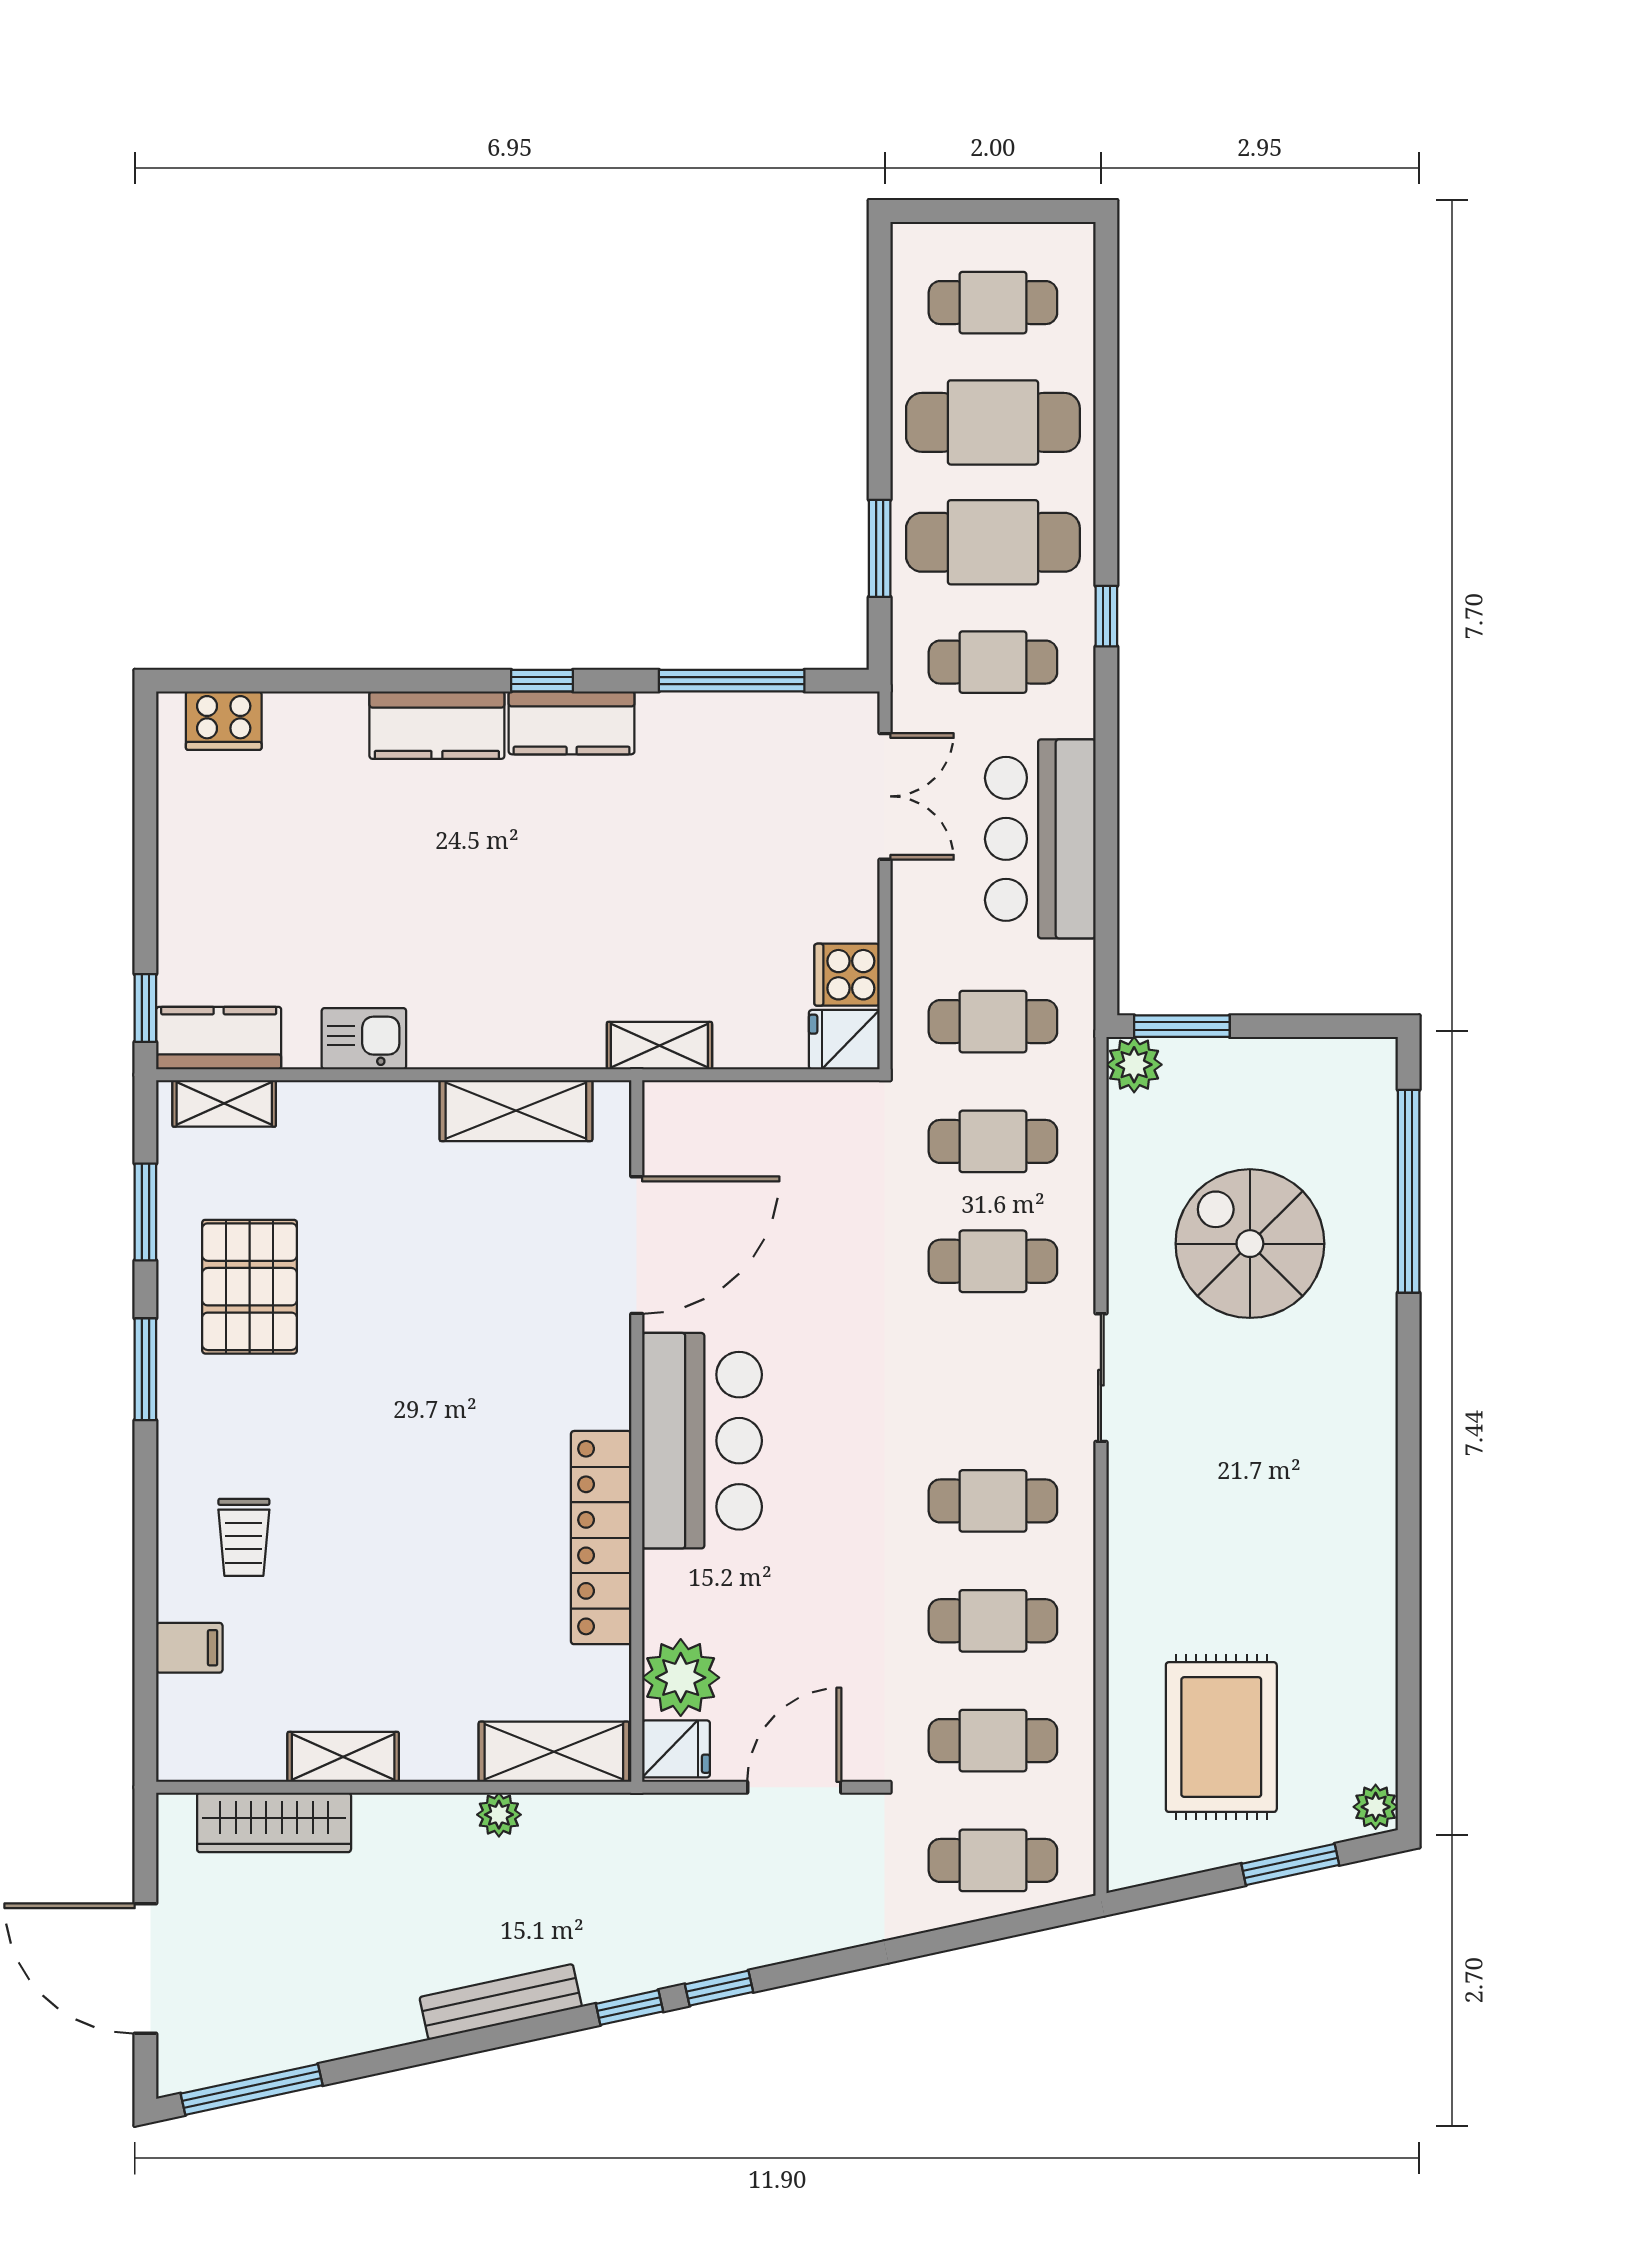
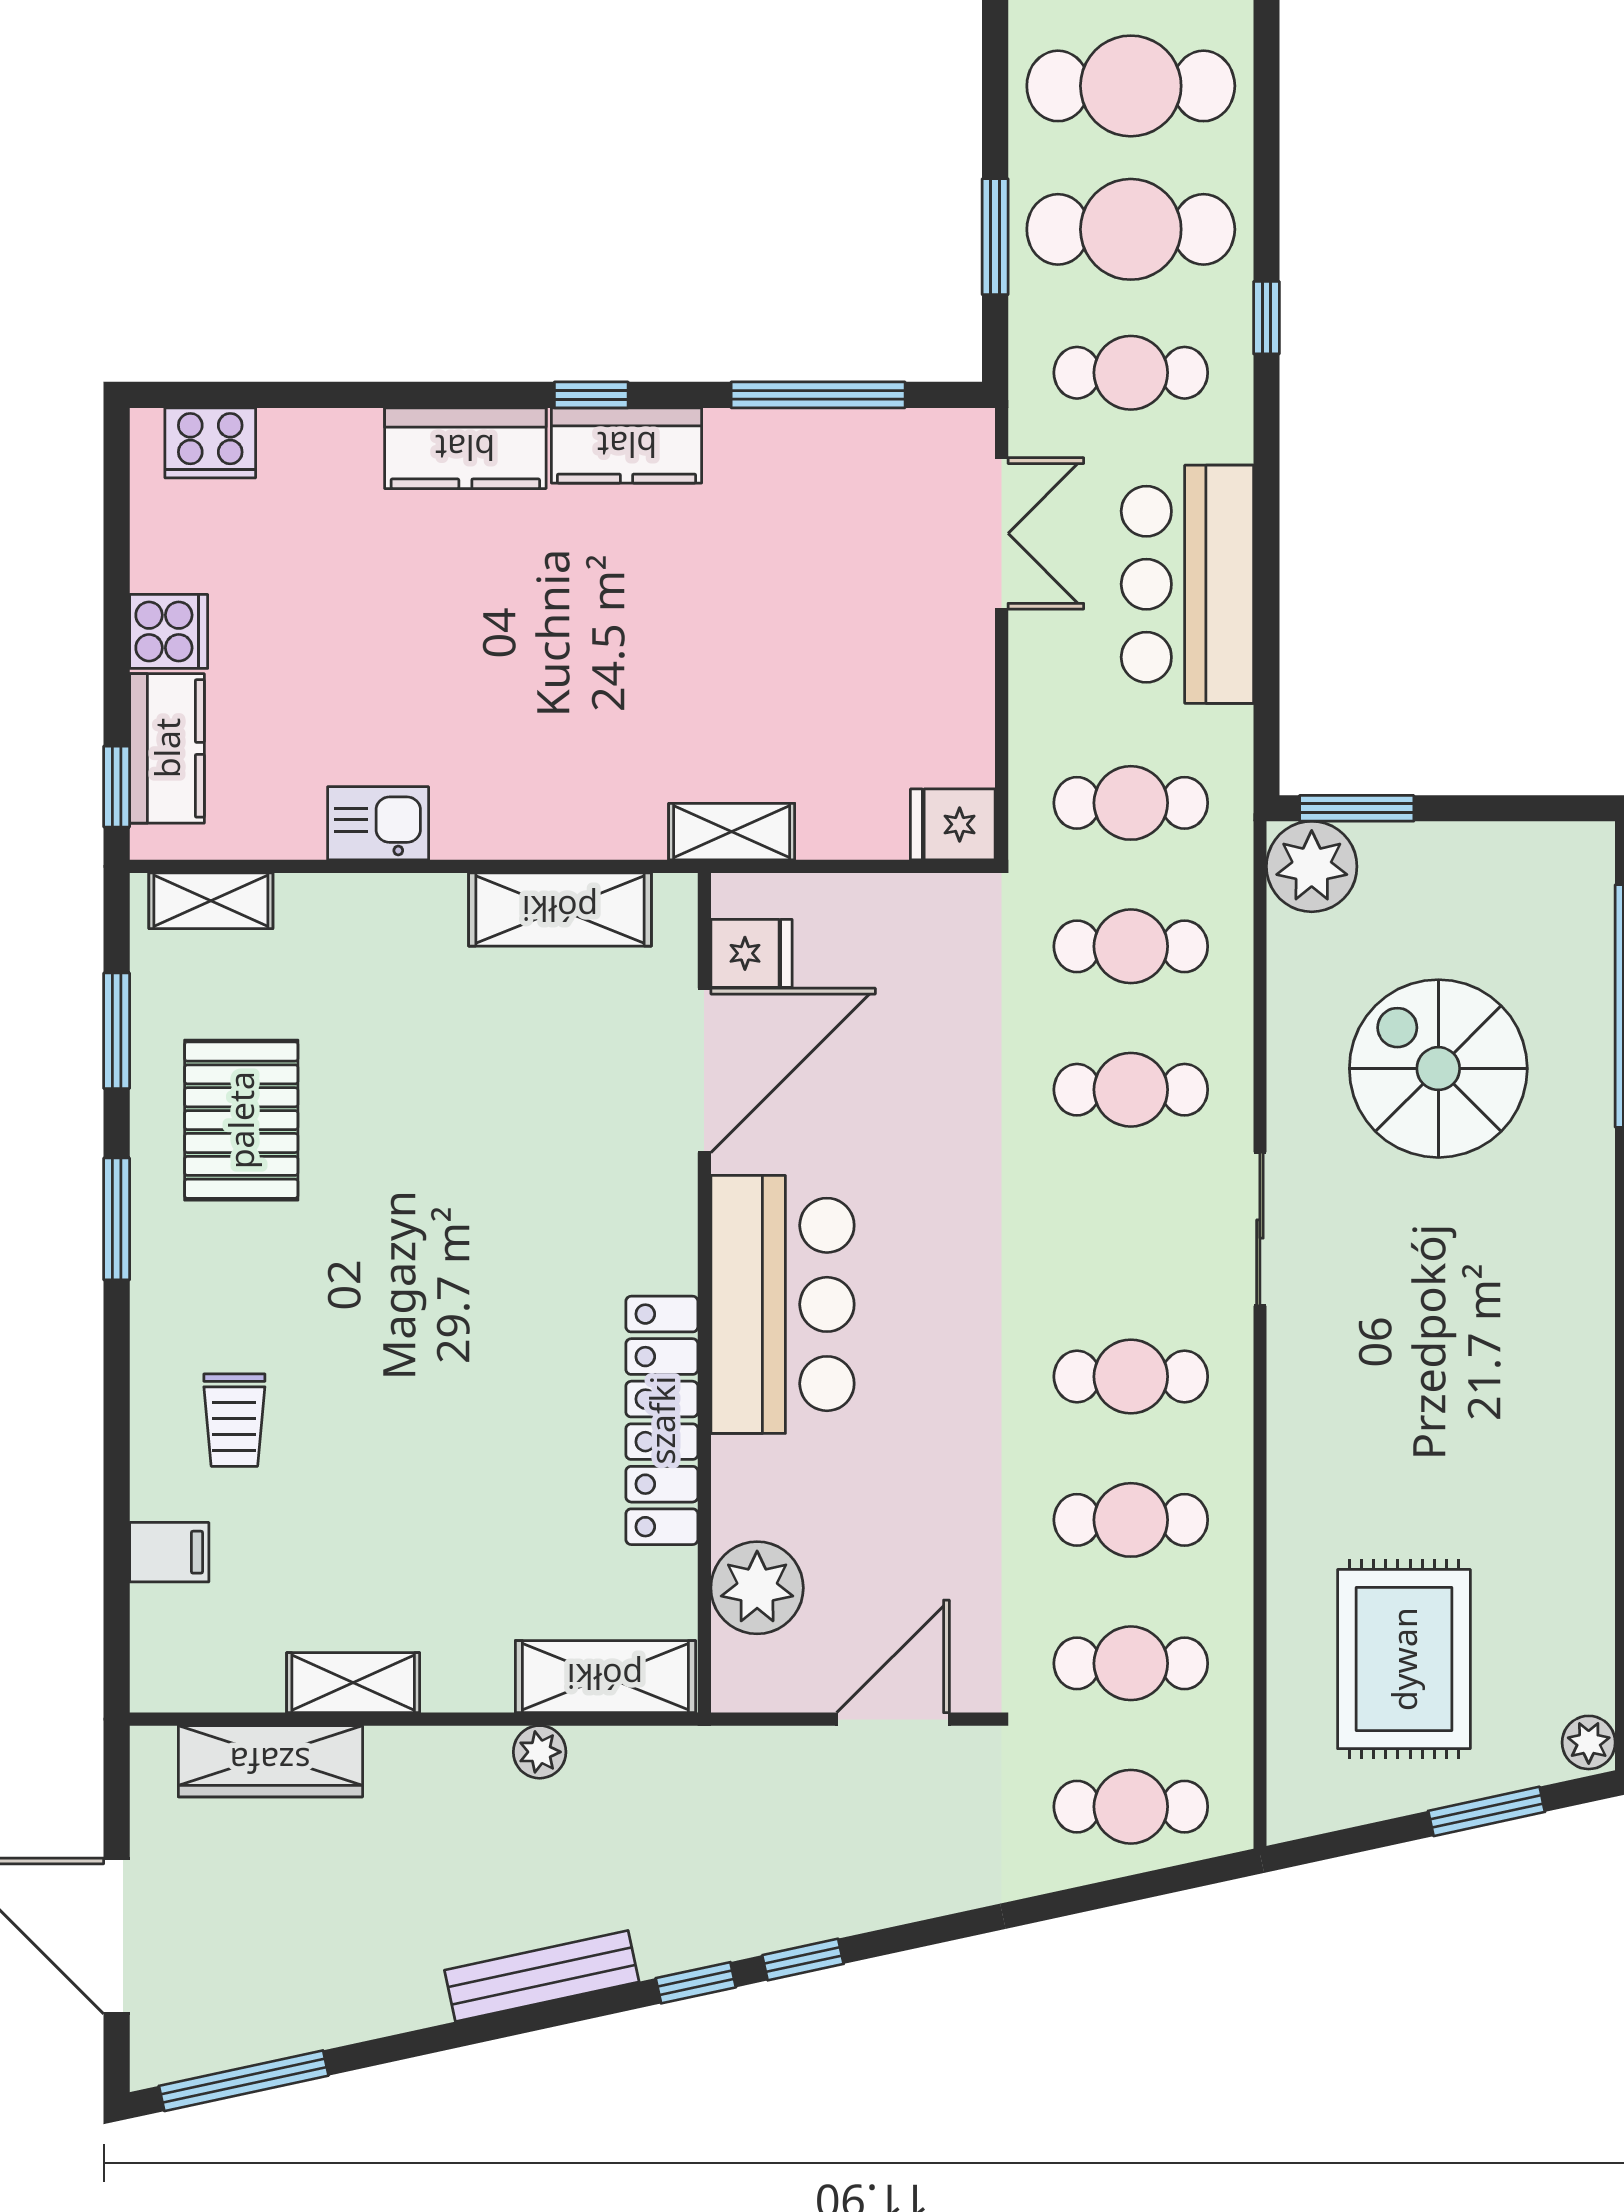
cooker: (847, 975) -> (169, 631), moved, turned 180
kitchen counter: (219, 1038) -> (167, 748), moved, turned 90
plant: (1134, 1065) -> (1312, 866), width x1.36, depth x1.36
fridge: (676, 1749) -> (751, 953), moved

